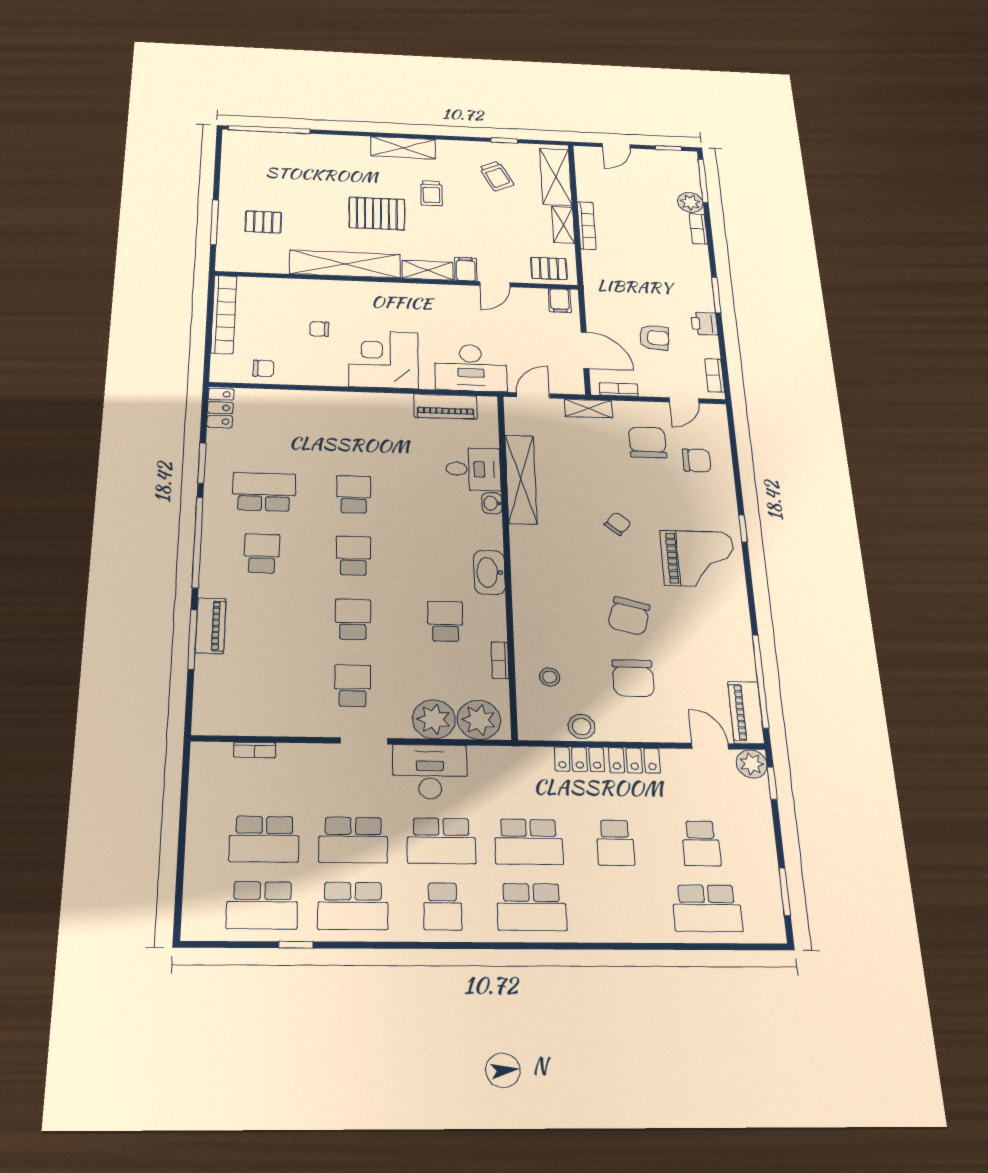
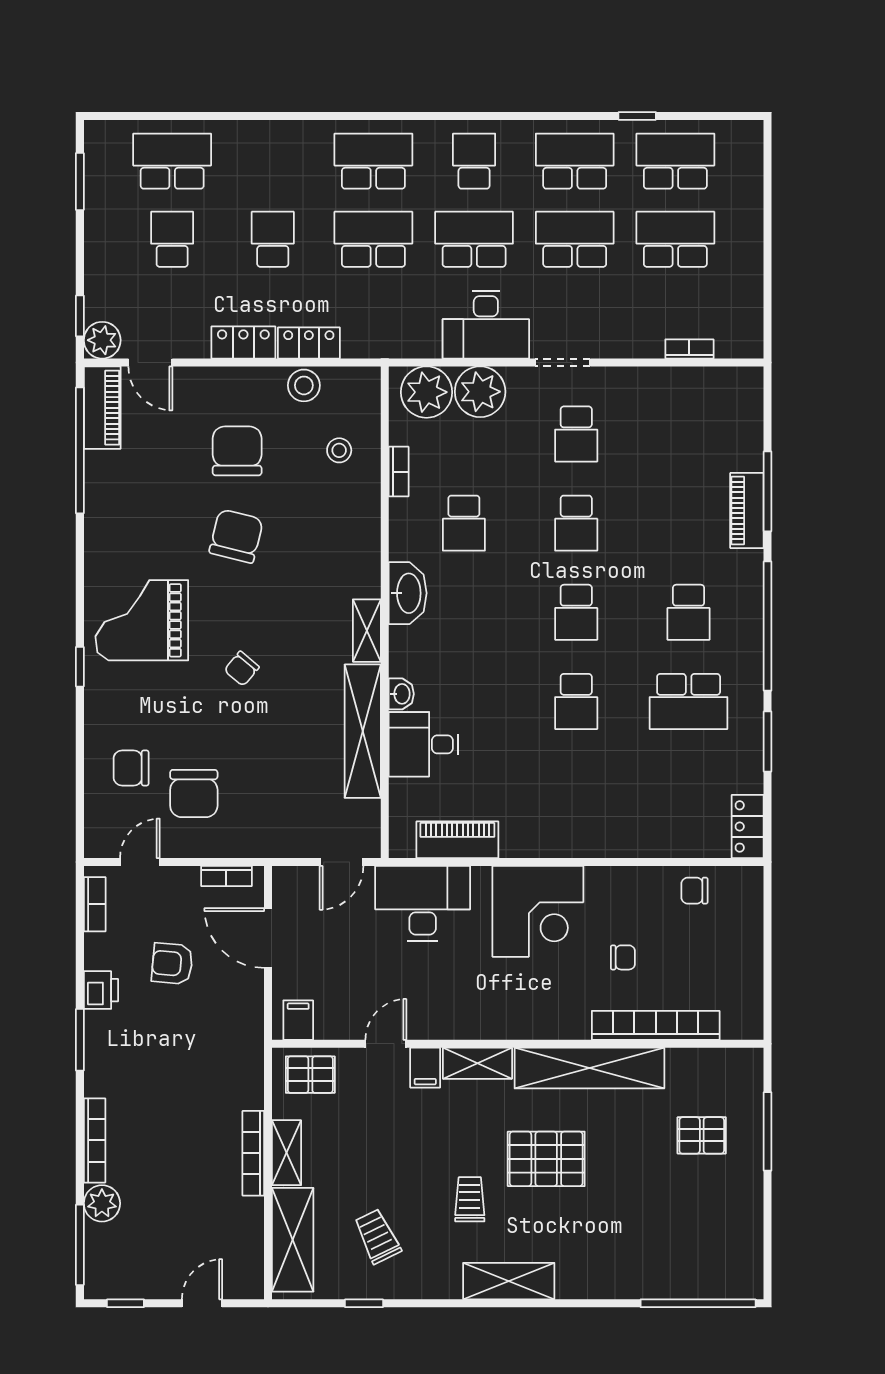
bookcase: (698, 229) -> (95, 1140), width x1.56
bookcase: (224, 314) -> (656, 1025), moved, turned 90
shelving: (588, 408) -> (367, 631), moved, turned 90

